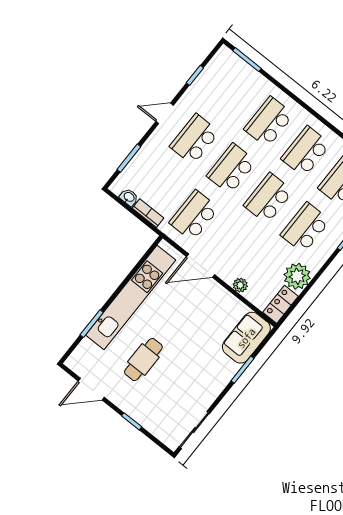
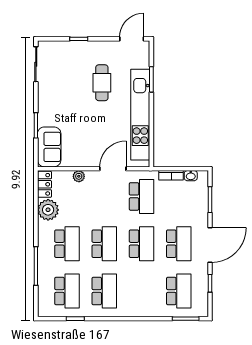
door: (165, 113) -> (210, 245), width x1.87
school desk: (269, 122) -> (179, 291), moved
door: (91, 389) -> (132, 39), moved

